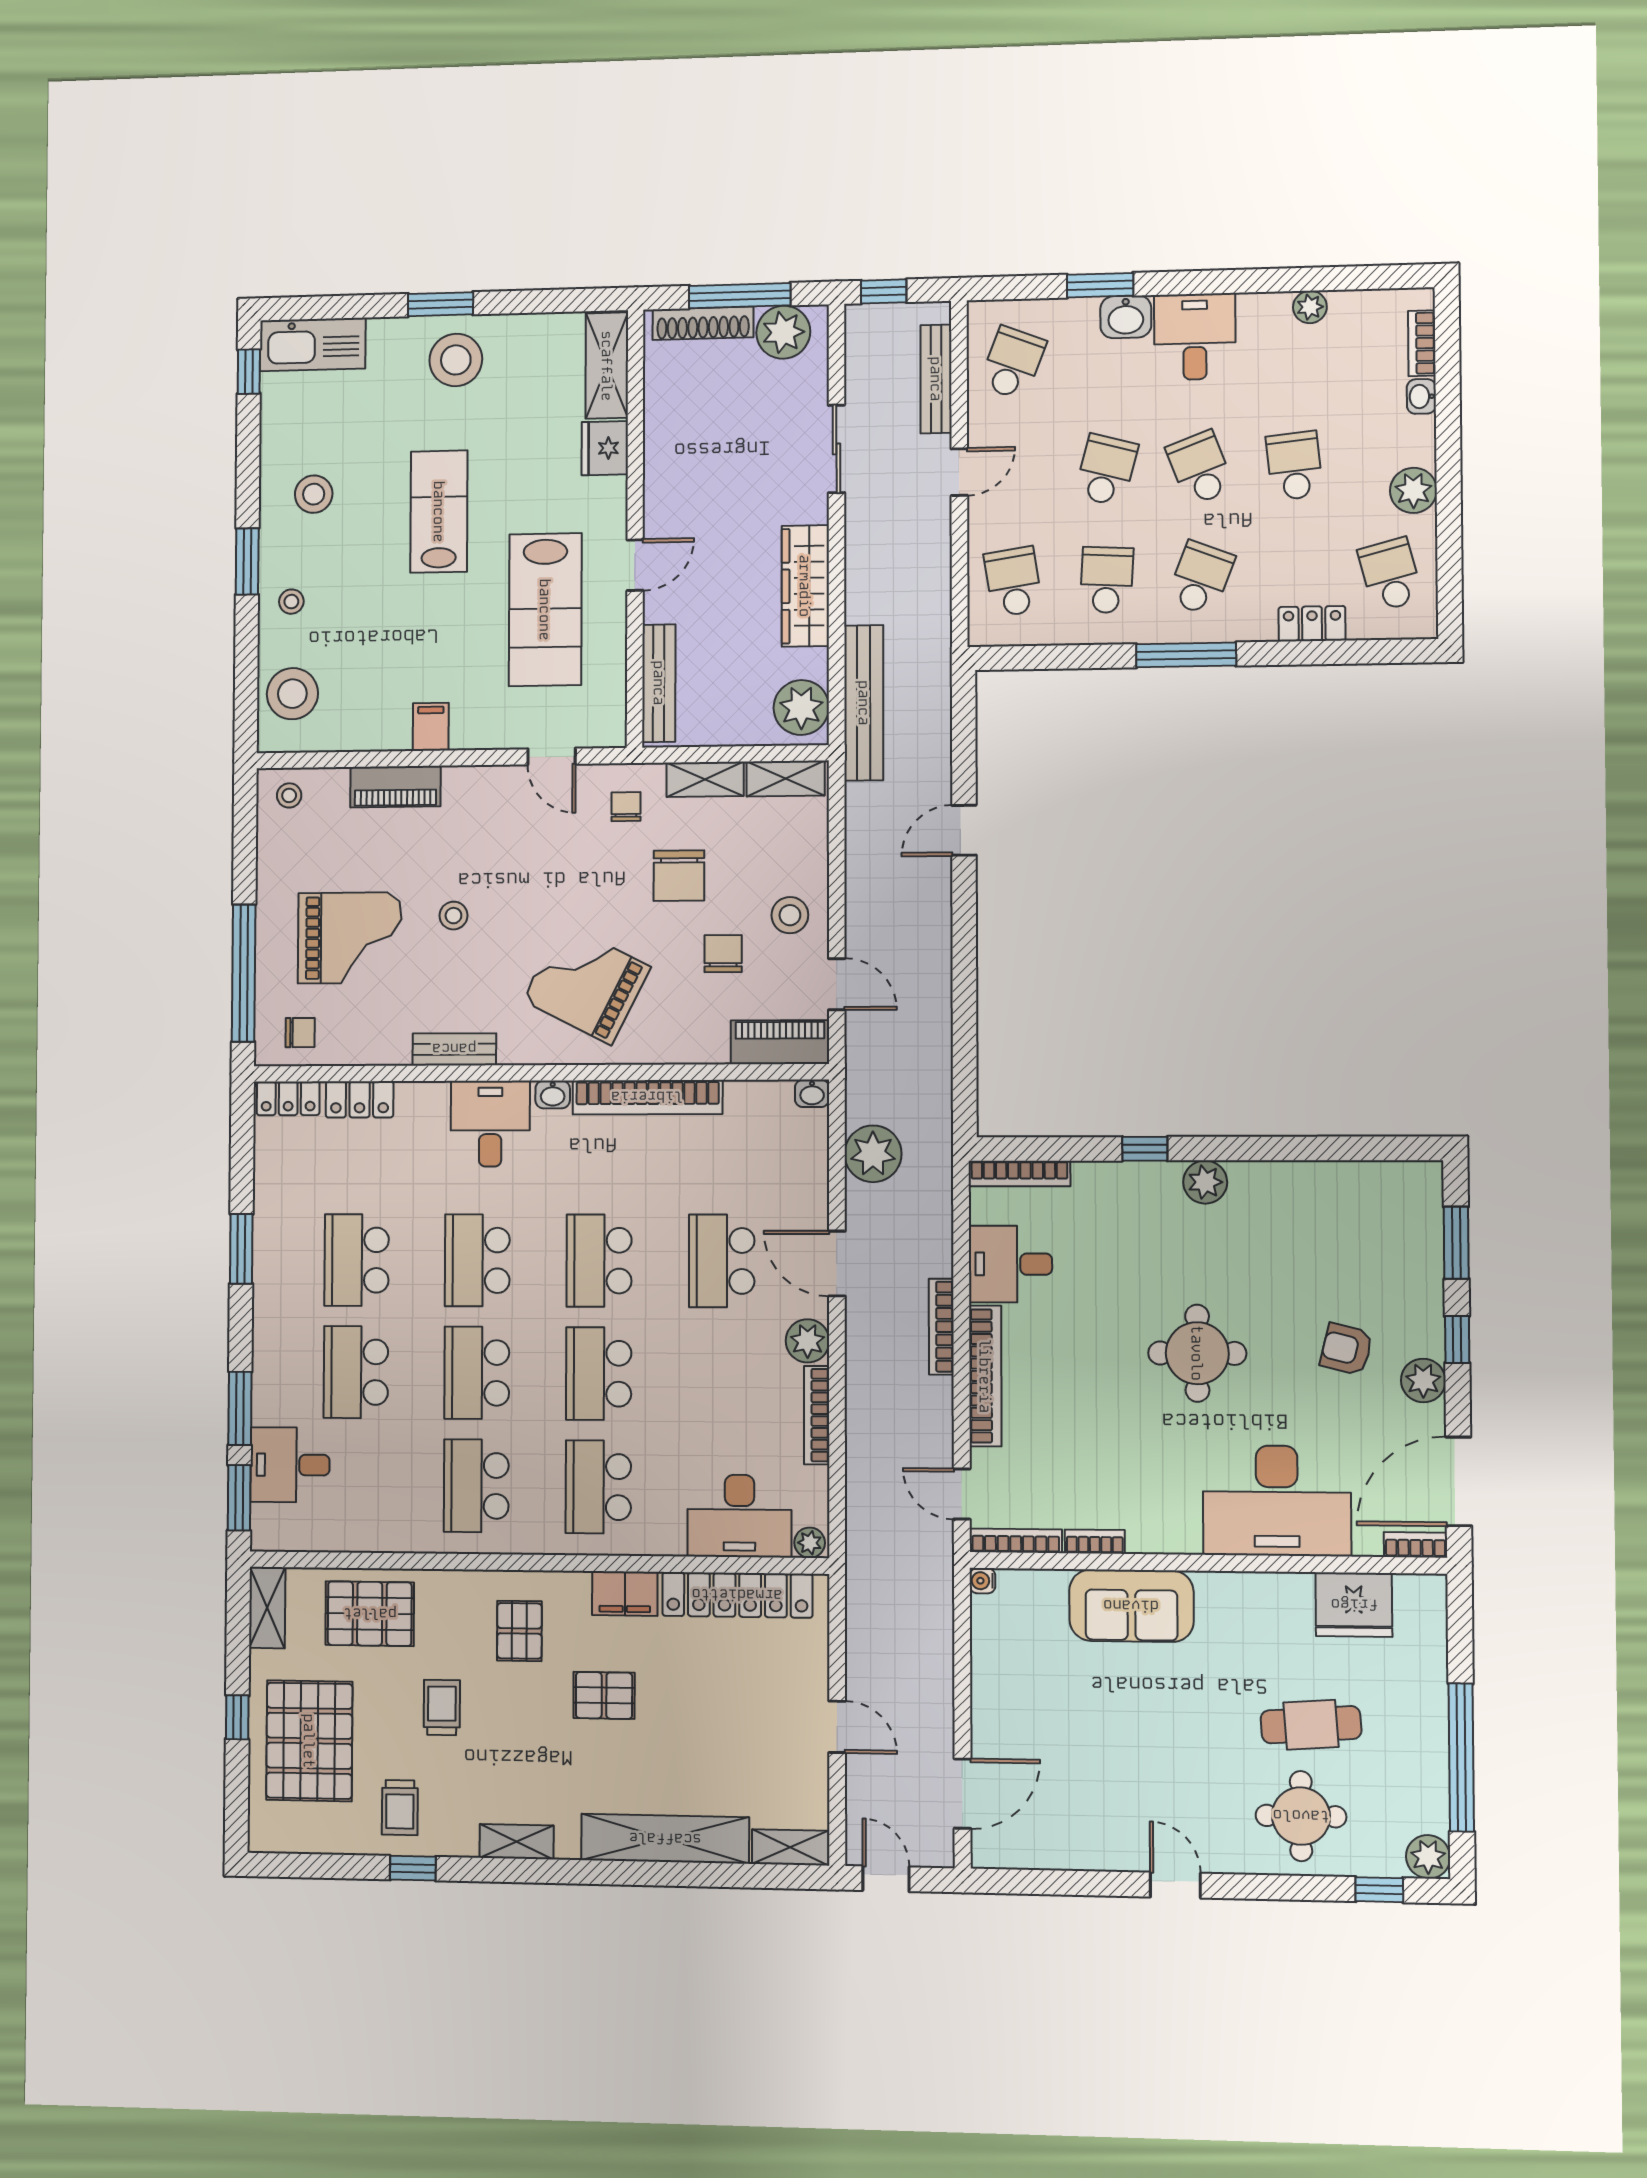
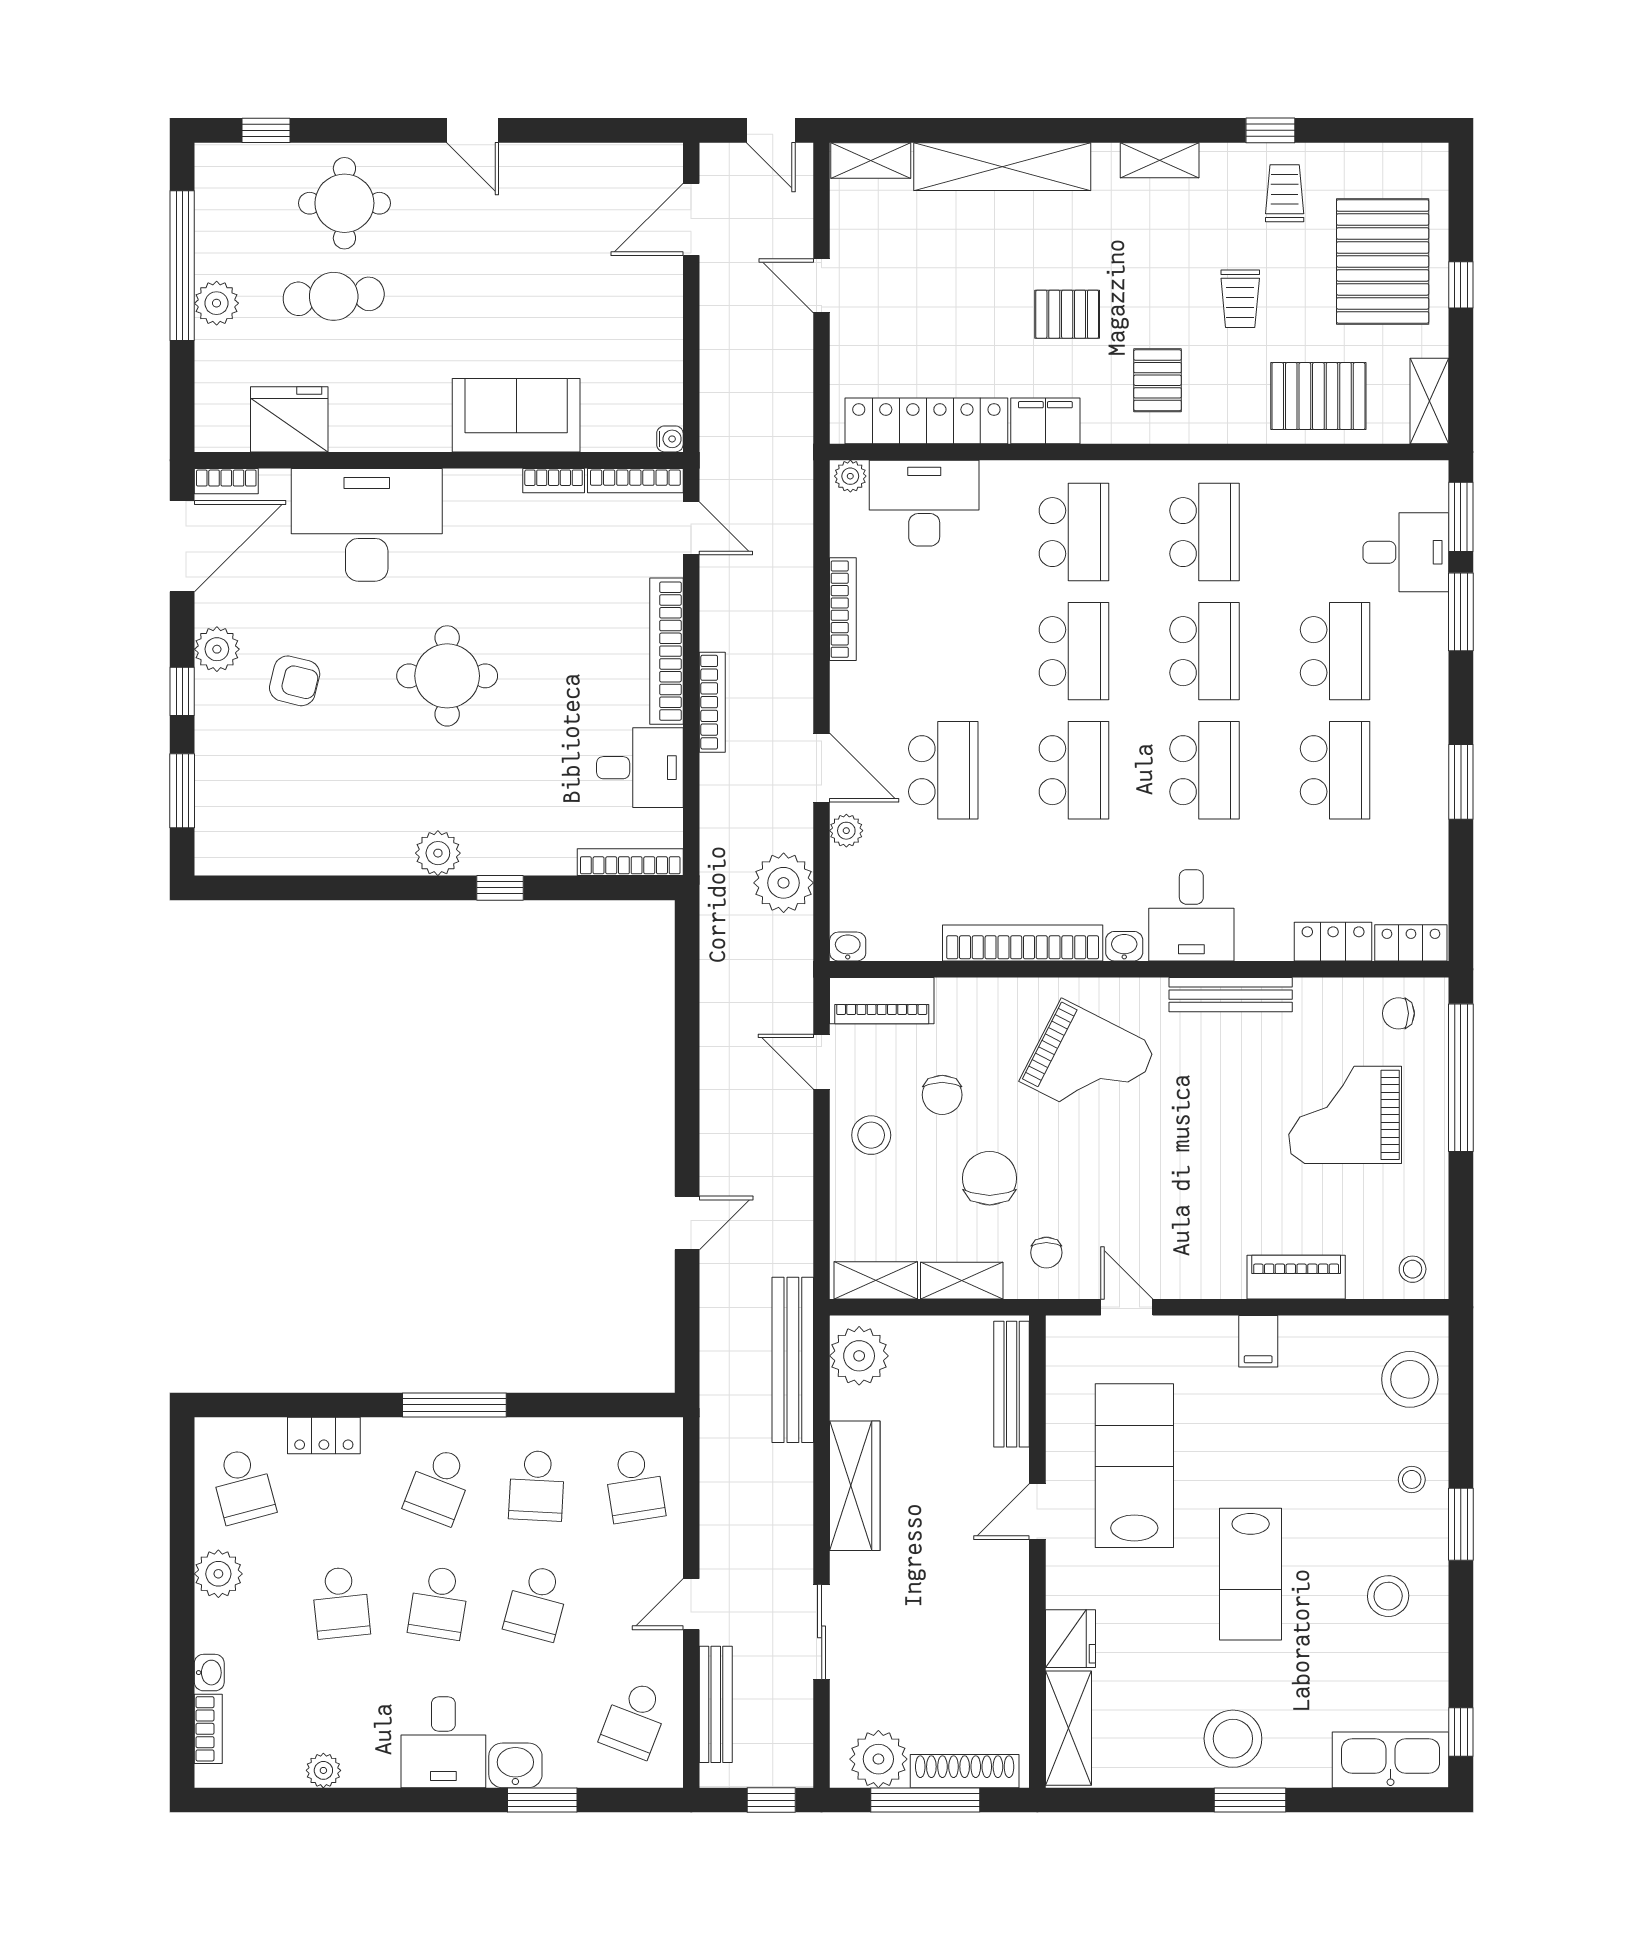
school desk: (1200, 468) -> (439, 1603), turned 30
stool: (453, 916) -> (1232, 1138), removed
bench: (454, 1049) -> (1231, 995), width x1.36
plant: (808, 1341) -> (846, 831), moved, width x0.73, depth x0.73
plant: (1428, 1857) -> (217, 303), moved

